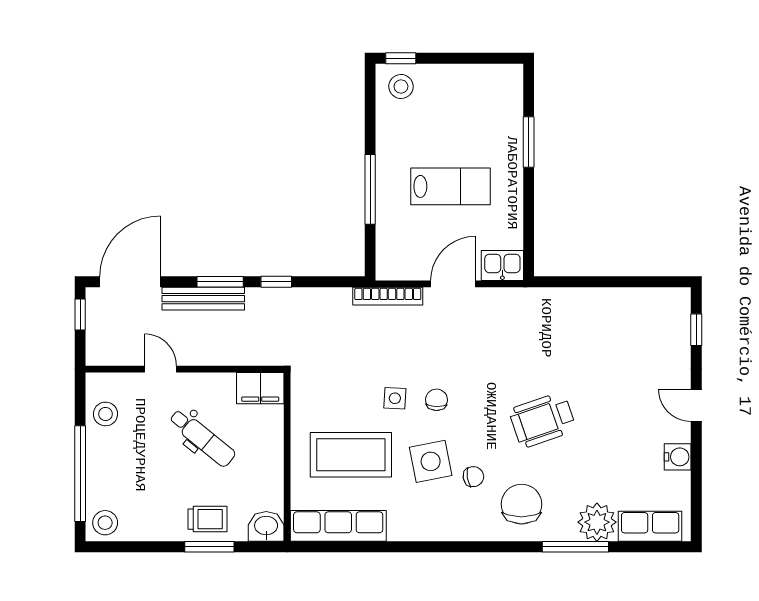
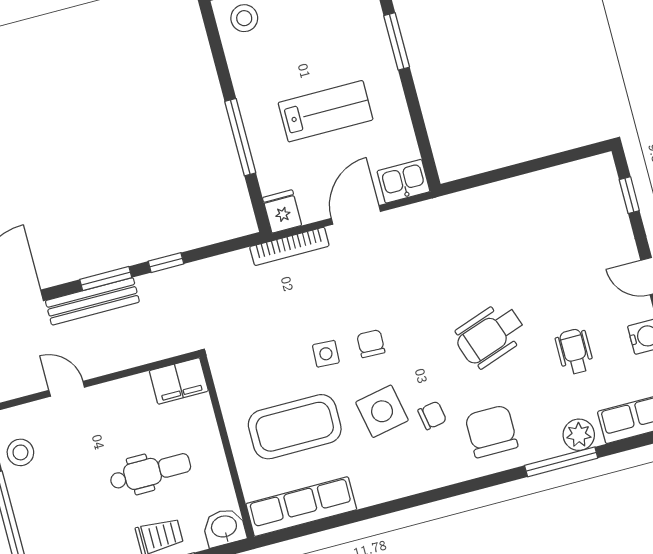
fridge: (389, 264) -> (282, 211), added
dental chair: (202, 438) -> (150, 472), moved, turned -39
wheelchair: (612, 454) -> (574, 352), added
plant: (597, 522) -> (579, 435), width x0.73, depth x0.73

